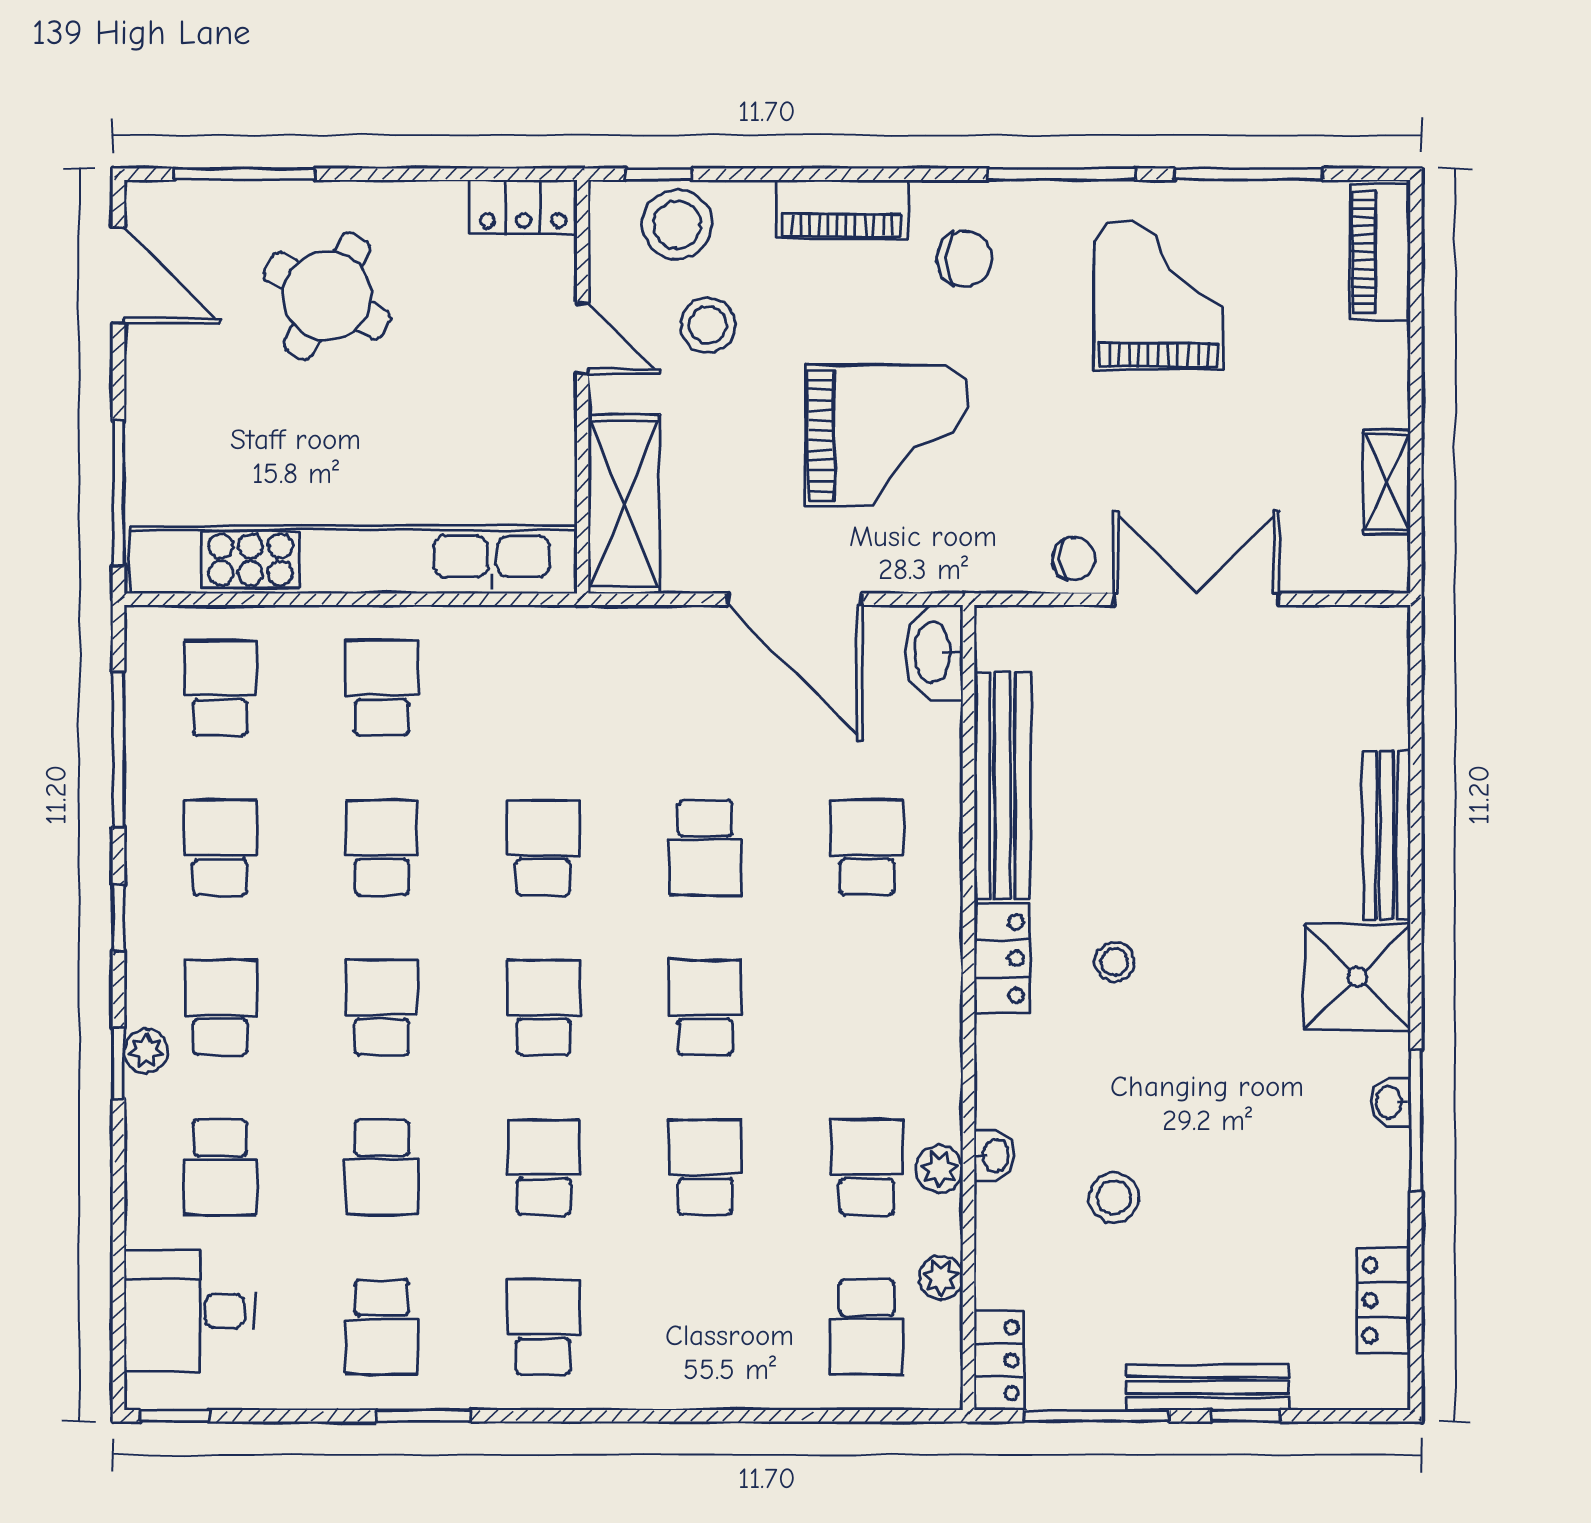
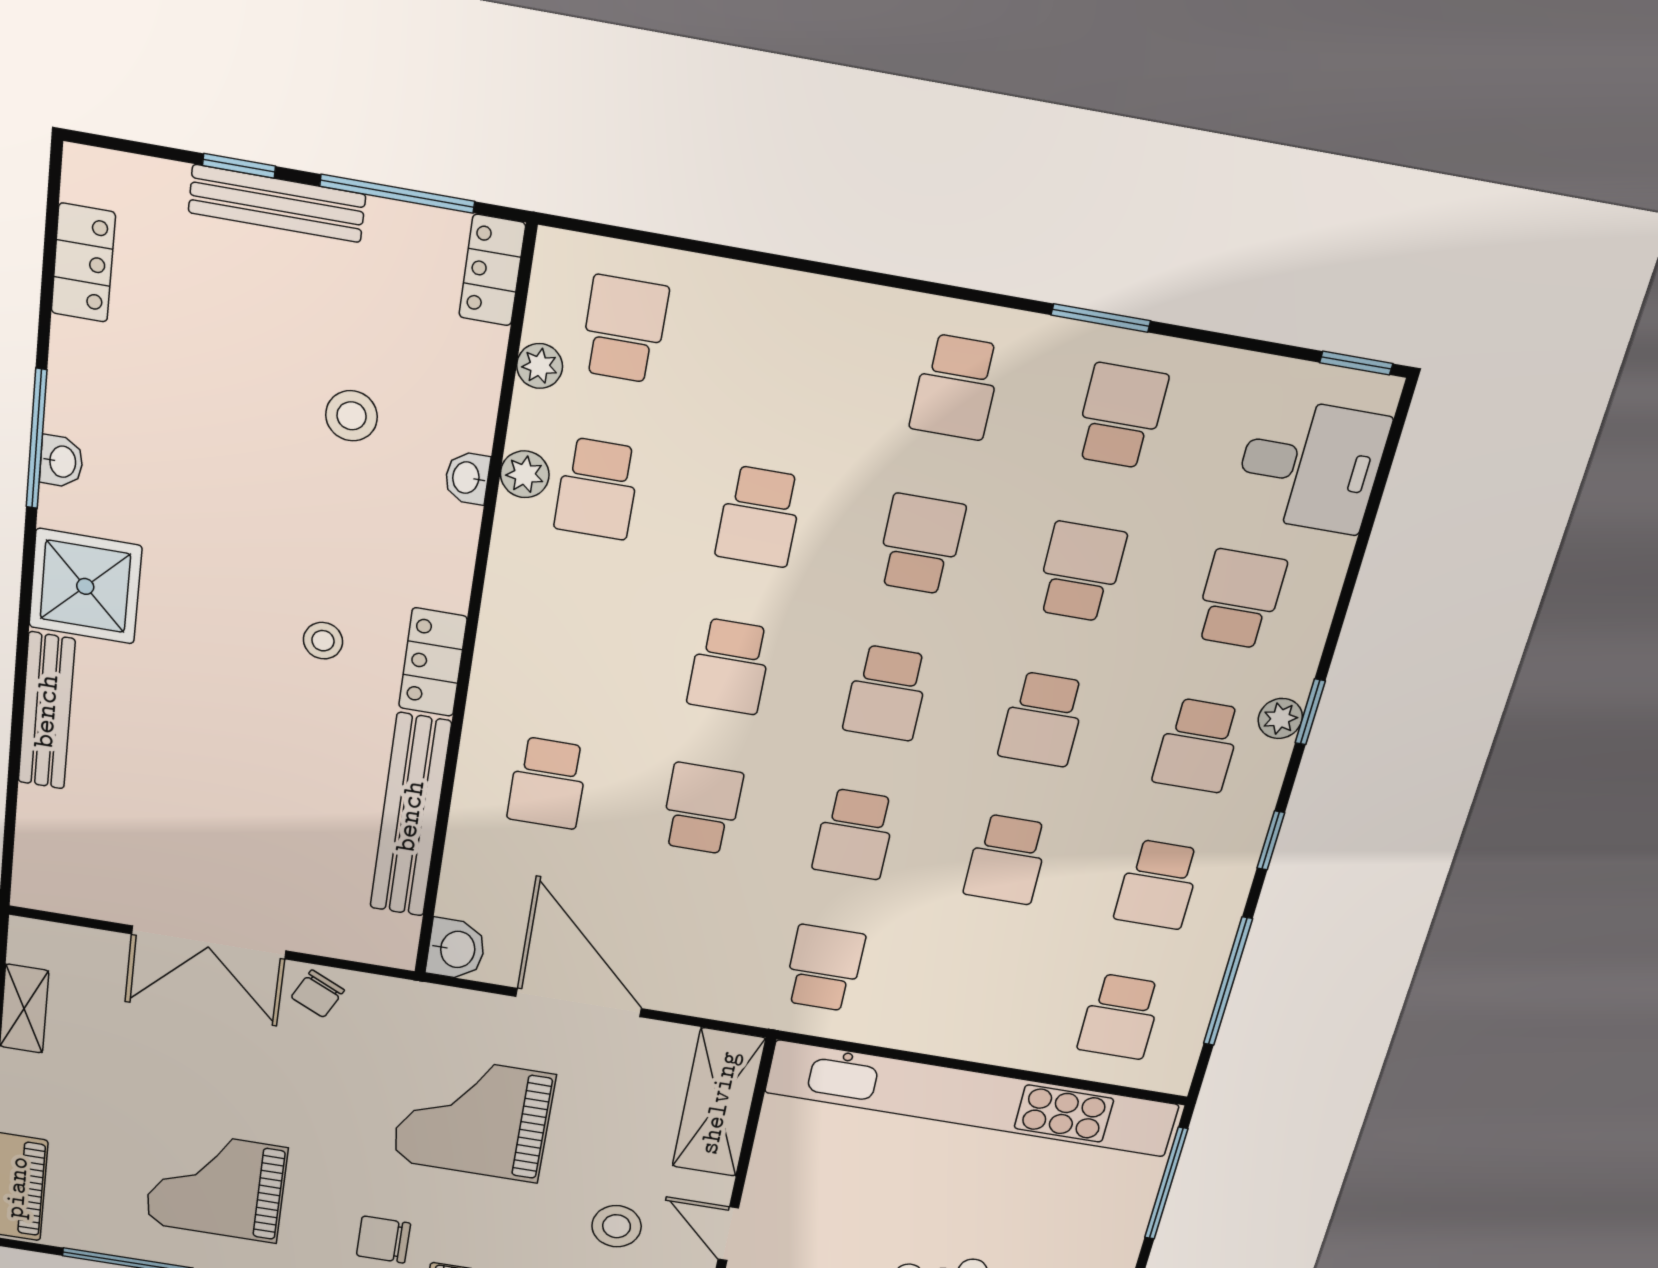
grand piano: (1158, 295) -> (216, 1186), turned 90
chair: (1074, 558) -> (318, 994), turned -60
washbasin: (934, 652) -> (456, 949), width x0.72
school desk: (382, 688) -> (824, 968), moved, turned 180
school desk: (543, 1167) -> (920, 544), turned 180

